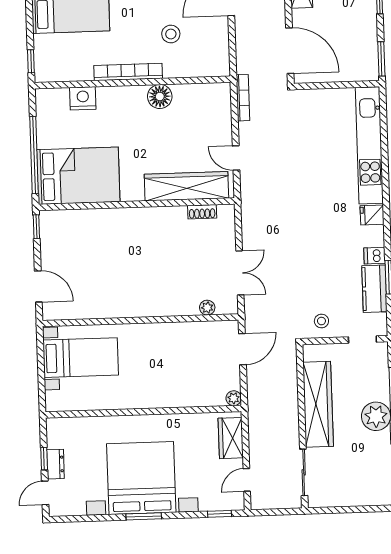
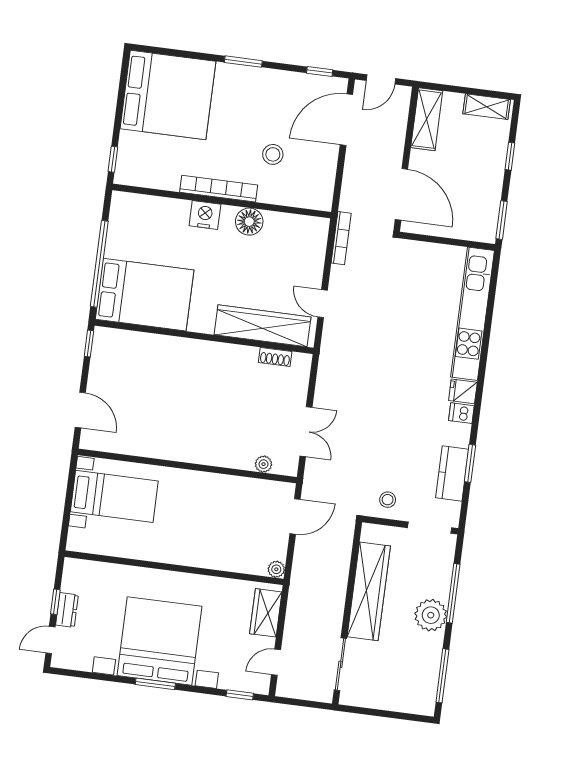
nightstand: (83, 98) -> (205, 215), moved
dishwasher: (375, 256) -> (461, 413), moved
doorway: (362, 340) -> (430, 528), width x1.38

